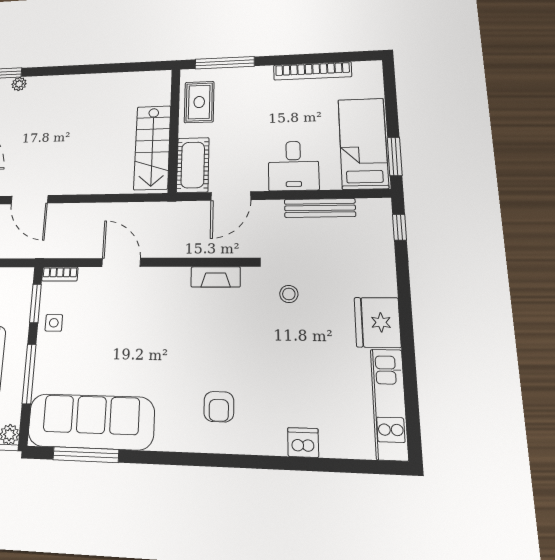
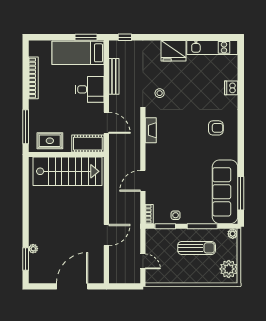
stairs: (152, 147) -> (68, 171), width x1.36, depth x1.51

